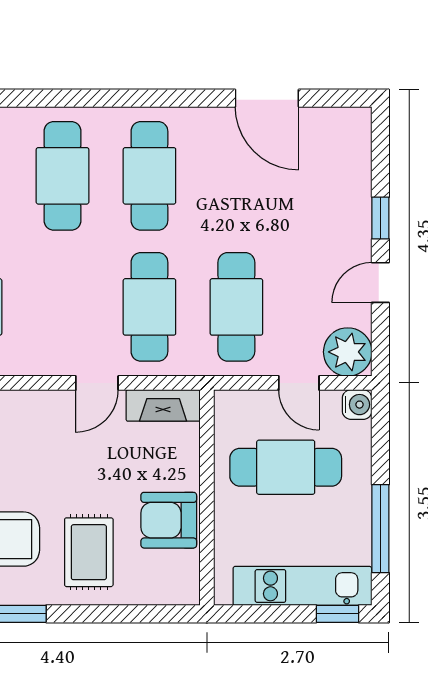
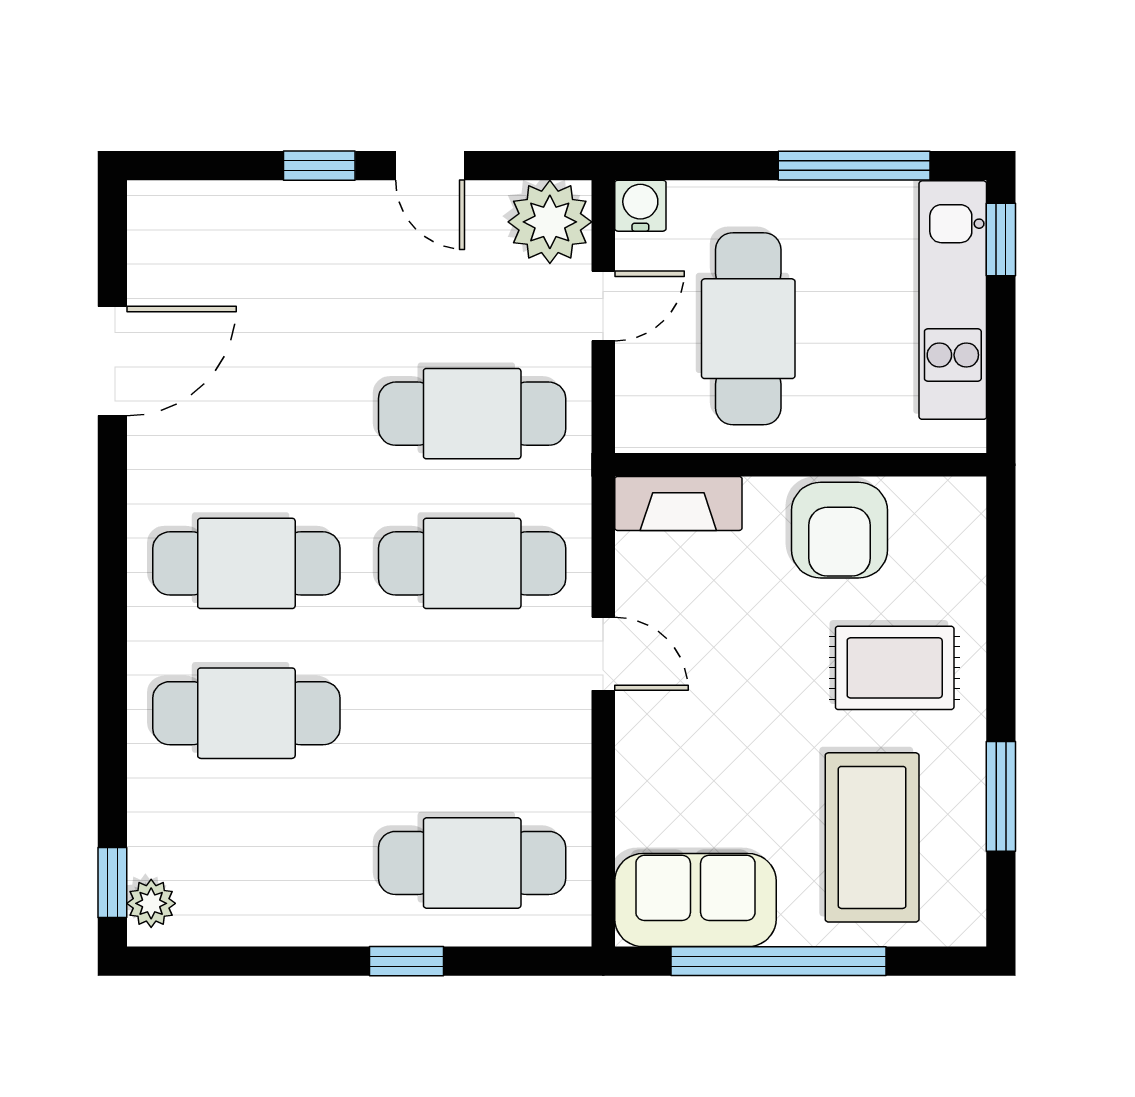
fireplace: (163, 405) -> (678, 503), moved, turned 90

